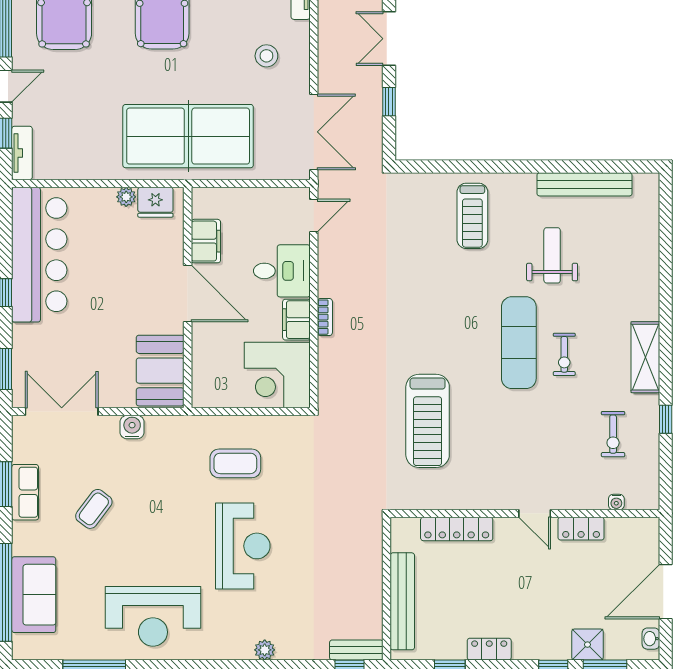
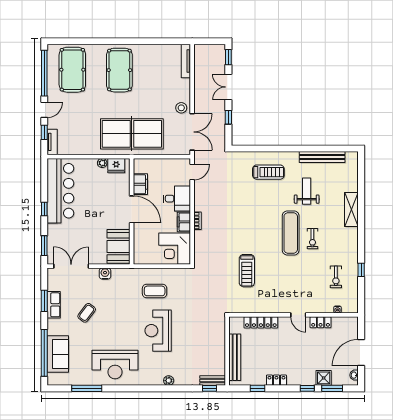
stool: (266, 56) -> (181, 108), moved
treadmill: (472, 216) -> (268, 172), turned -90
shelving: (645, 357) -> (351, 210), moved
treadmill: (428, 421) -> (247, 271), width x0.73, depth x0.73
reception desk: (243, 546) -> (158, 331), turned 180

